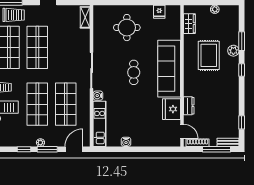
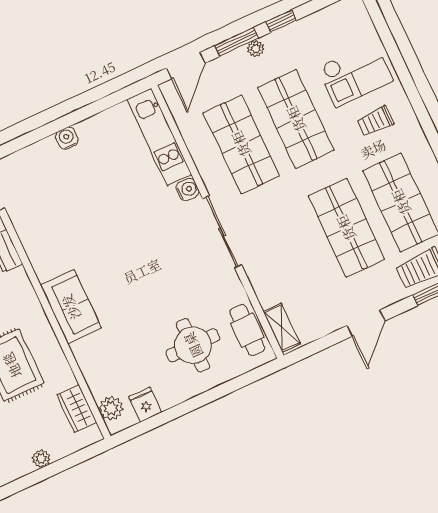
plant: (175, 17) -> (111, 408), added
sofa: (169, 69) -> (71, 307), width x0.54, depth x0.79
cafe table: (134, 72) -> (247, 330), moved
fridge: (172, 109) -> (35, 229), removed
water cooler: (126, 142) -> (67, 138), moved

